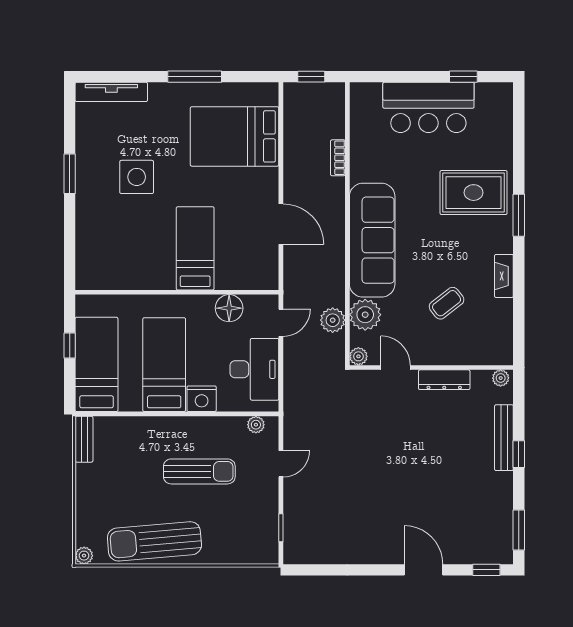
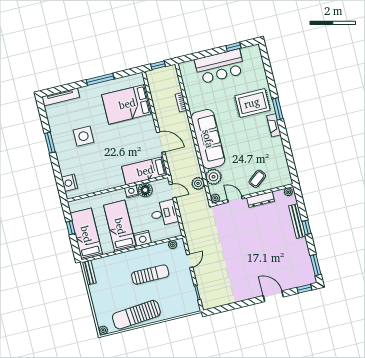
bed: (195, 248) -> (145, 171), moved, turned -90
nightstand: (88, 259) -> (69, 183), added
fireplace: (504, 276) -> (274, 125), moved
coffee table: (447, 303) -> (257, 179), moved
nightstand: (202, 305) -> (132, 192), added
door: (281, 323) -> (173, 191), hinge flipped
desk: (254, 369) -> (164, 213), width x0.73

